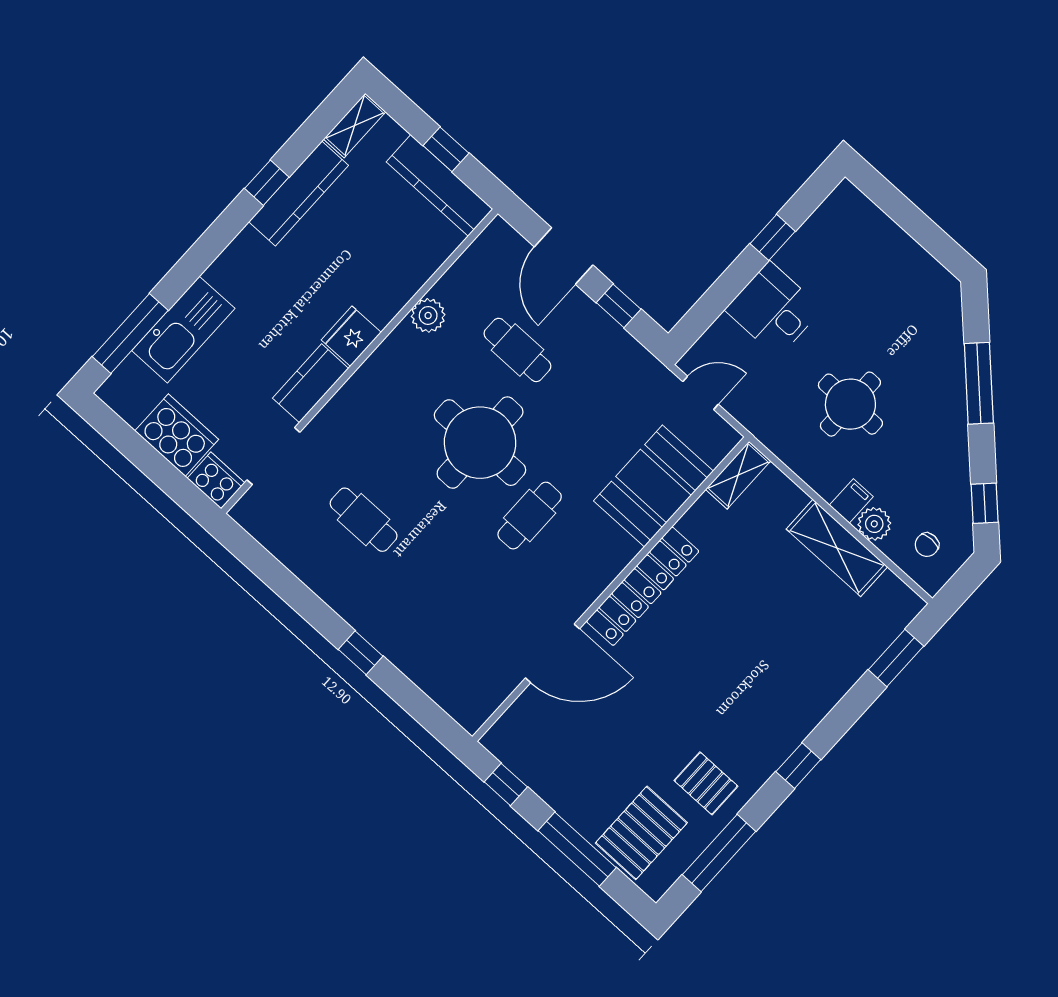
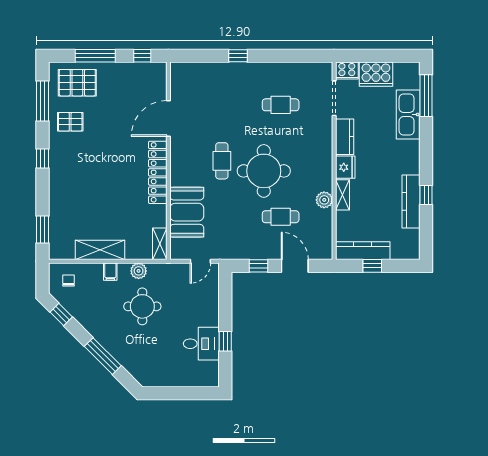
shelving: (355, 125) -> (342, 195), moved
desk: (774, 309) -> (201, 344), moved
plant: (874, 524) -> (139, 271), moved
pallet: (641, 833) -> (77, 83), turned 90

